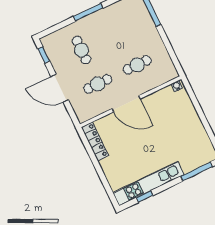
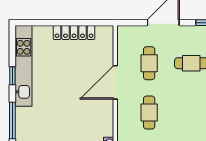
locker: (95, 141) -> (74, 33), moved
window: (145, 196) -> (12, 76), moved

